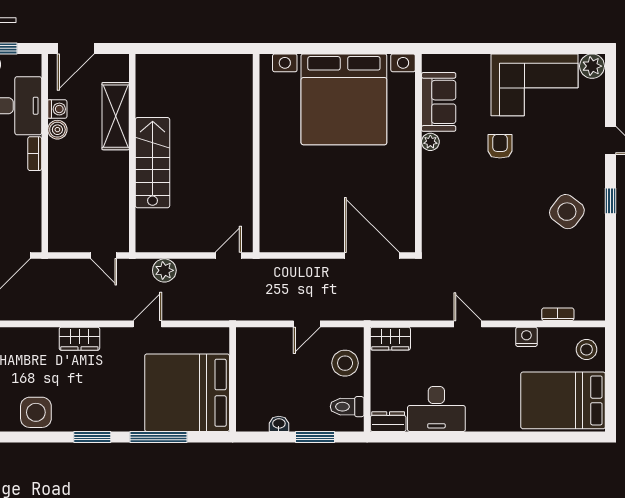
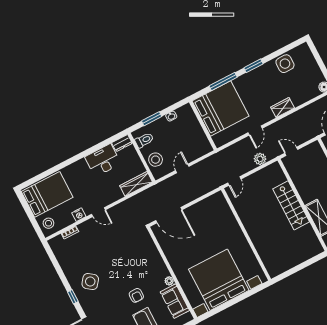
door: (468, 324) -> (99, 212), moved
wardrobe: (390, 339) -> (136, 184), width x1.50

